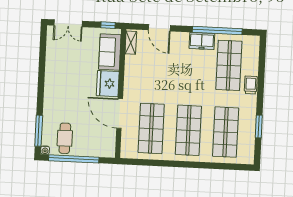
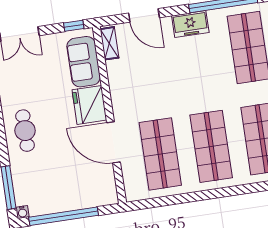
freezer: (202, 41) -> (190, 24), moved
cafe table: (65, 138) -> (25, 131), moved

